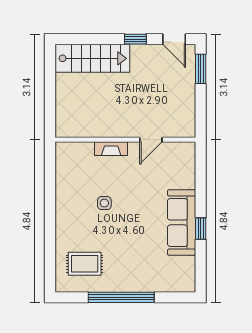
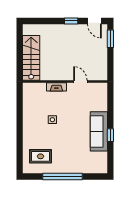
stairs: (92, 58) -> (31, 58), moved, turned -90
door: (151, 140) -> (80, 82), swing flipped

